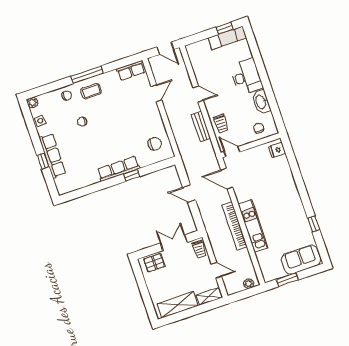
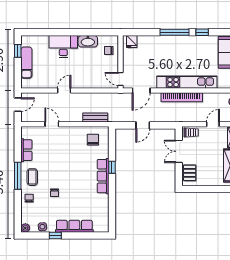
exam couch: (227, 38) -> (26, 63), moved
row of seats: (131, 71) -> (26, 150), moved
trolley: (221, 124) -> (95, 80), removed
bench: (201, 127) -> (95, 118), moved
door: (232, 152) -> (120, 79), hinge flipped
window: (43, 161) -> (55, 236), moved
window: (303, 194) -> (174, 32), added
kitchen unit: (253, 226) -> (187, 82), width x1.36

